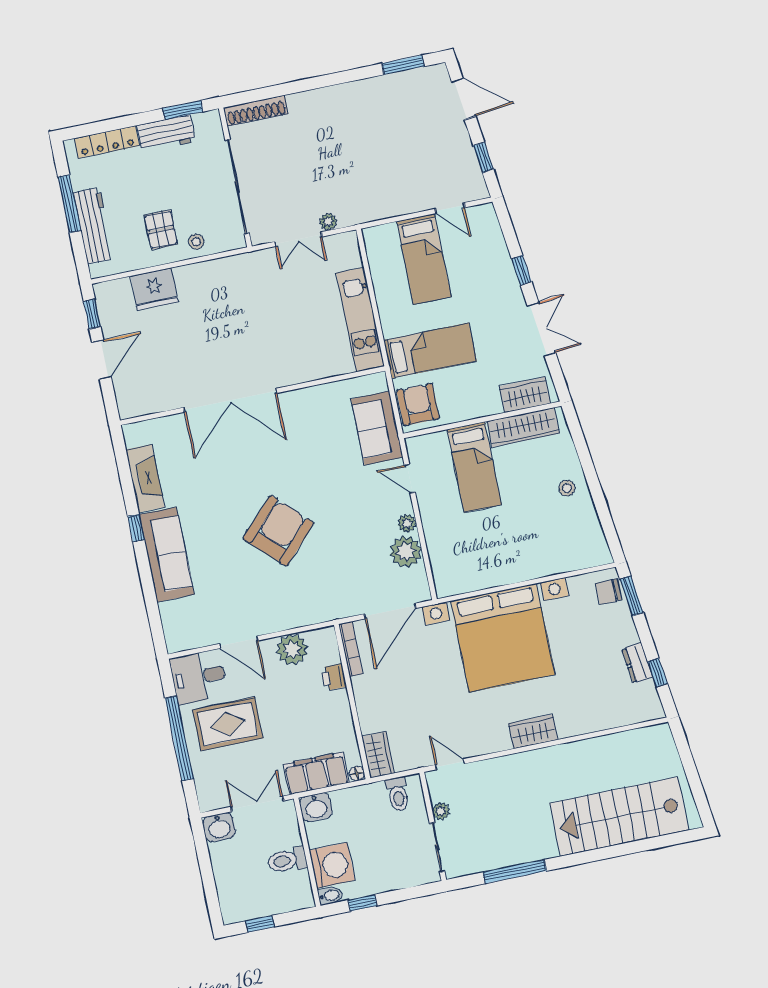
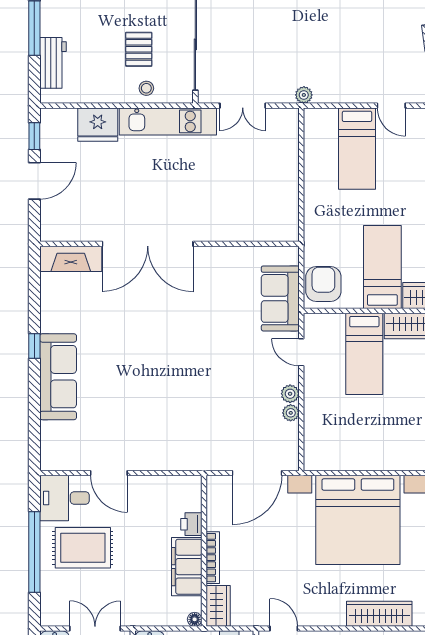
plant: (328, 222) -> (304, 95), moved
workbench: (94, 226) -> (53, 63), width x0.73
pallet: (161, 230) -> (139, 49), moved
kitchen unit: (360, 320) -> (168, 121), moved, turned -90
bed: (430, 351) -> (382, 267), moved, turned -90
fireplace: (145, 478) -> (71, 259), moved, turned 90
armchair: (278, 531) -> (168, 376), removed
plant: (406, 552) -> (291, 413), width x0.53, depth x0.53
bookcase: (351, 649) -> (213, 558), moved
plant: (292, 650) -> (158, 490), removed
wardrobe: (533, 731) -> (379, 614), width x1.50
filing cabinet: (316, 773) -> (187, 567), moved, turned -90

